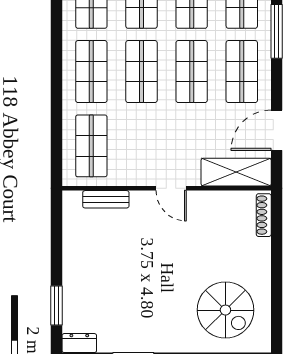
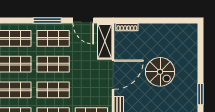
window: (277, 31) -> (47, 20), moved
door: (171, 188) -> (113, 75), width x1.87
spiral stairs: (225, 310) -> (160, 72), moved, turned 90

